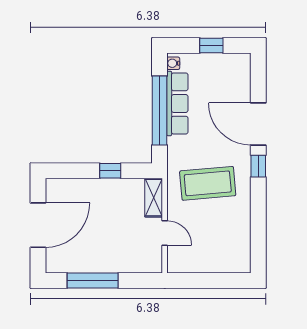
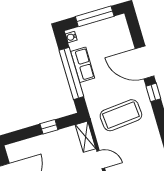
window: (211, 46) -> (95, 16), width x2.17
row of seats: (177, 103) -> (83, 65), width x0.68

